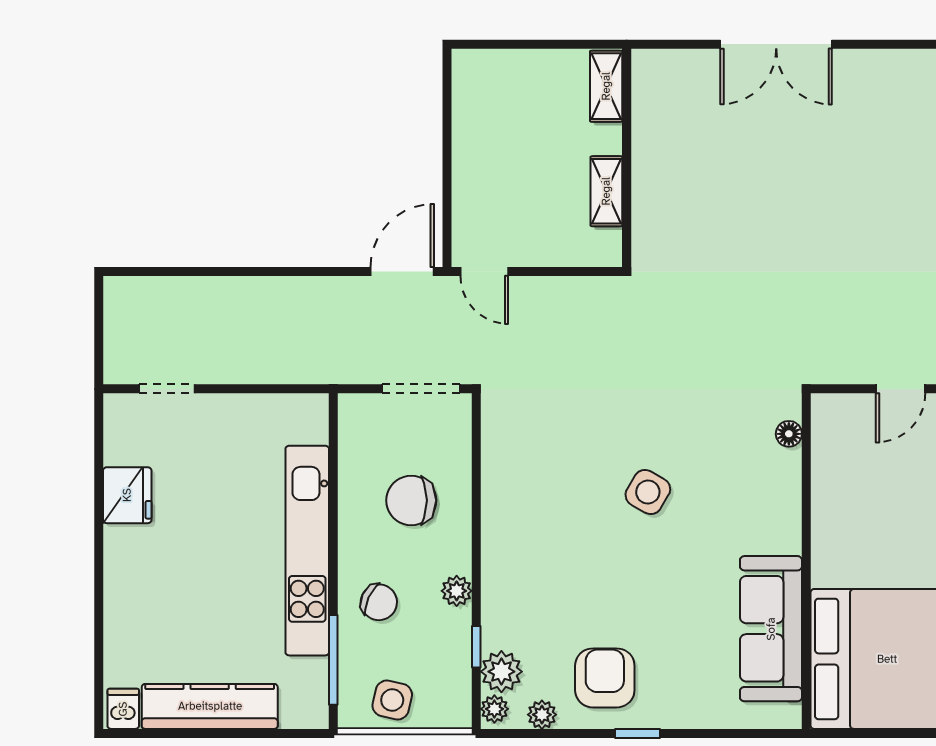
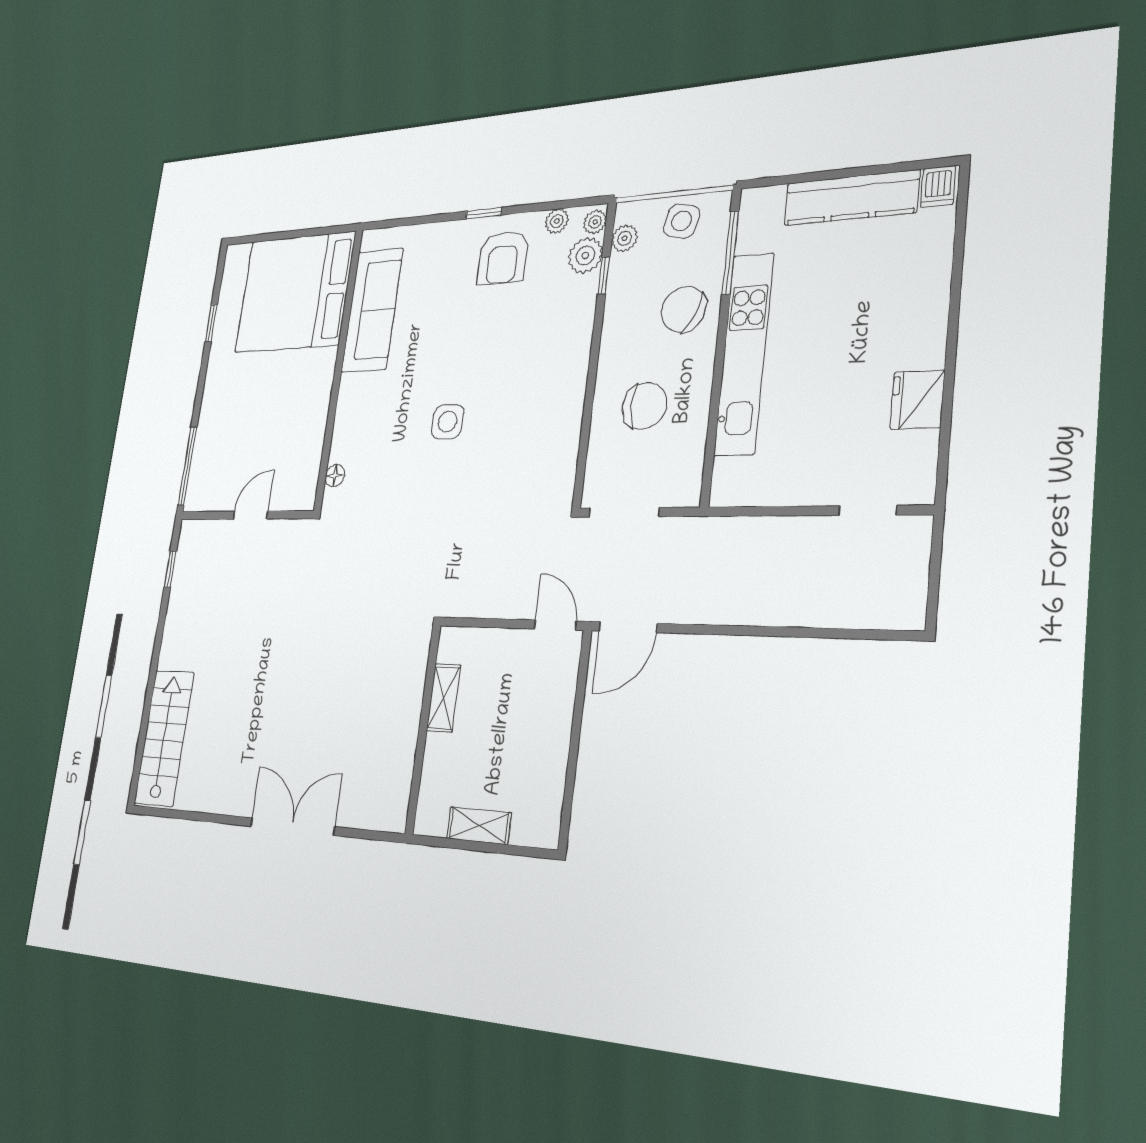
shelving: (606, 86) -> (479, 826), moved, turned 90
side table: (648, 492) -> (448, 422), turned -30
plant: (457, 591) -> (625, 238), moved
chair: (379, 602) -> (684, 309), width x1.37, depth x1.37

